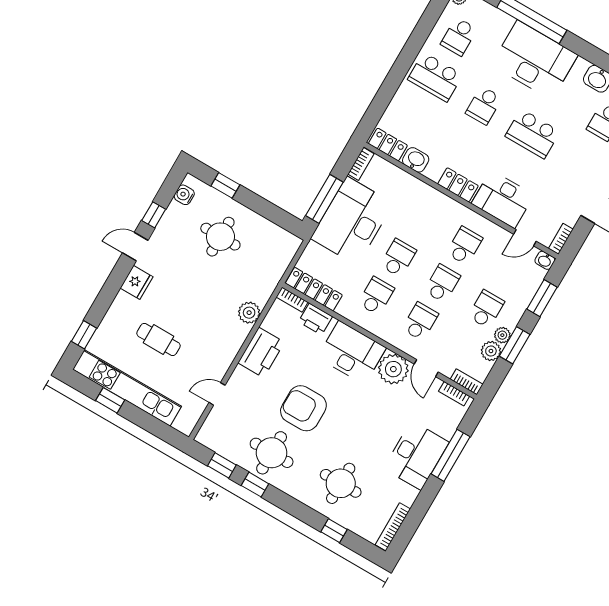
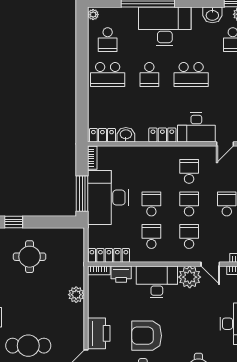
cafe table: (158, 340) -> (28, 346), width x1.37, depth x1.35
printer: (261, 352) -> (99, 333), moved

